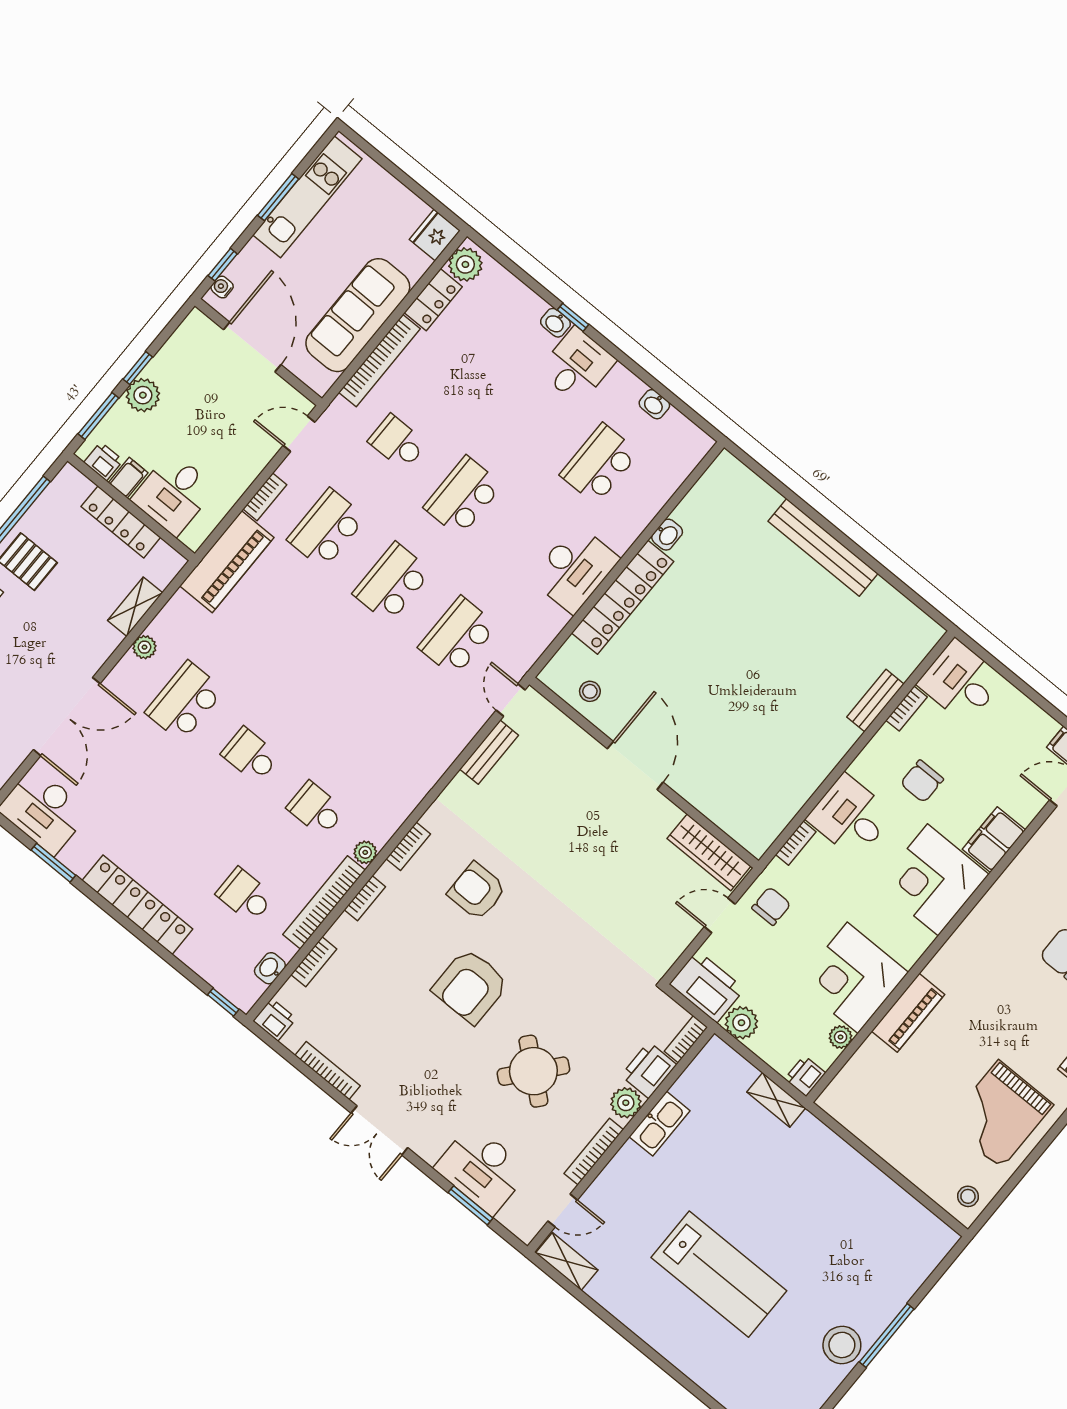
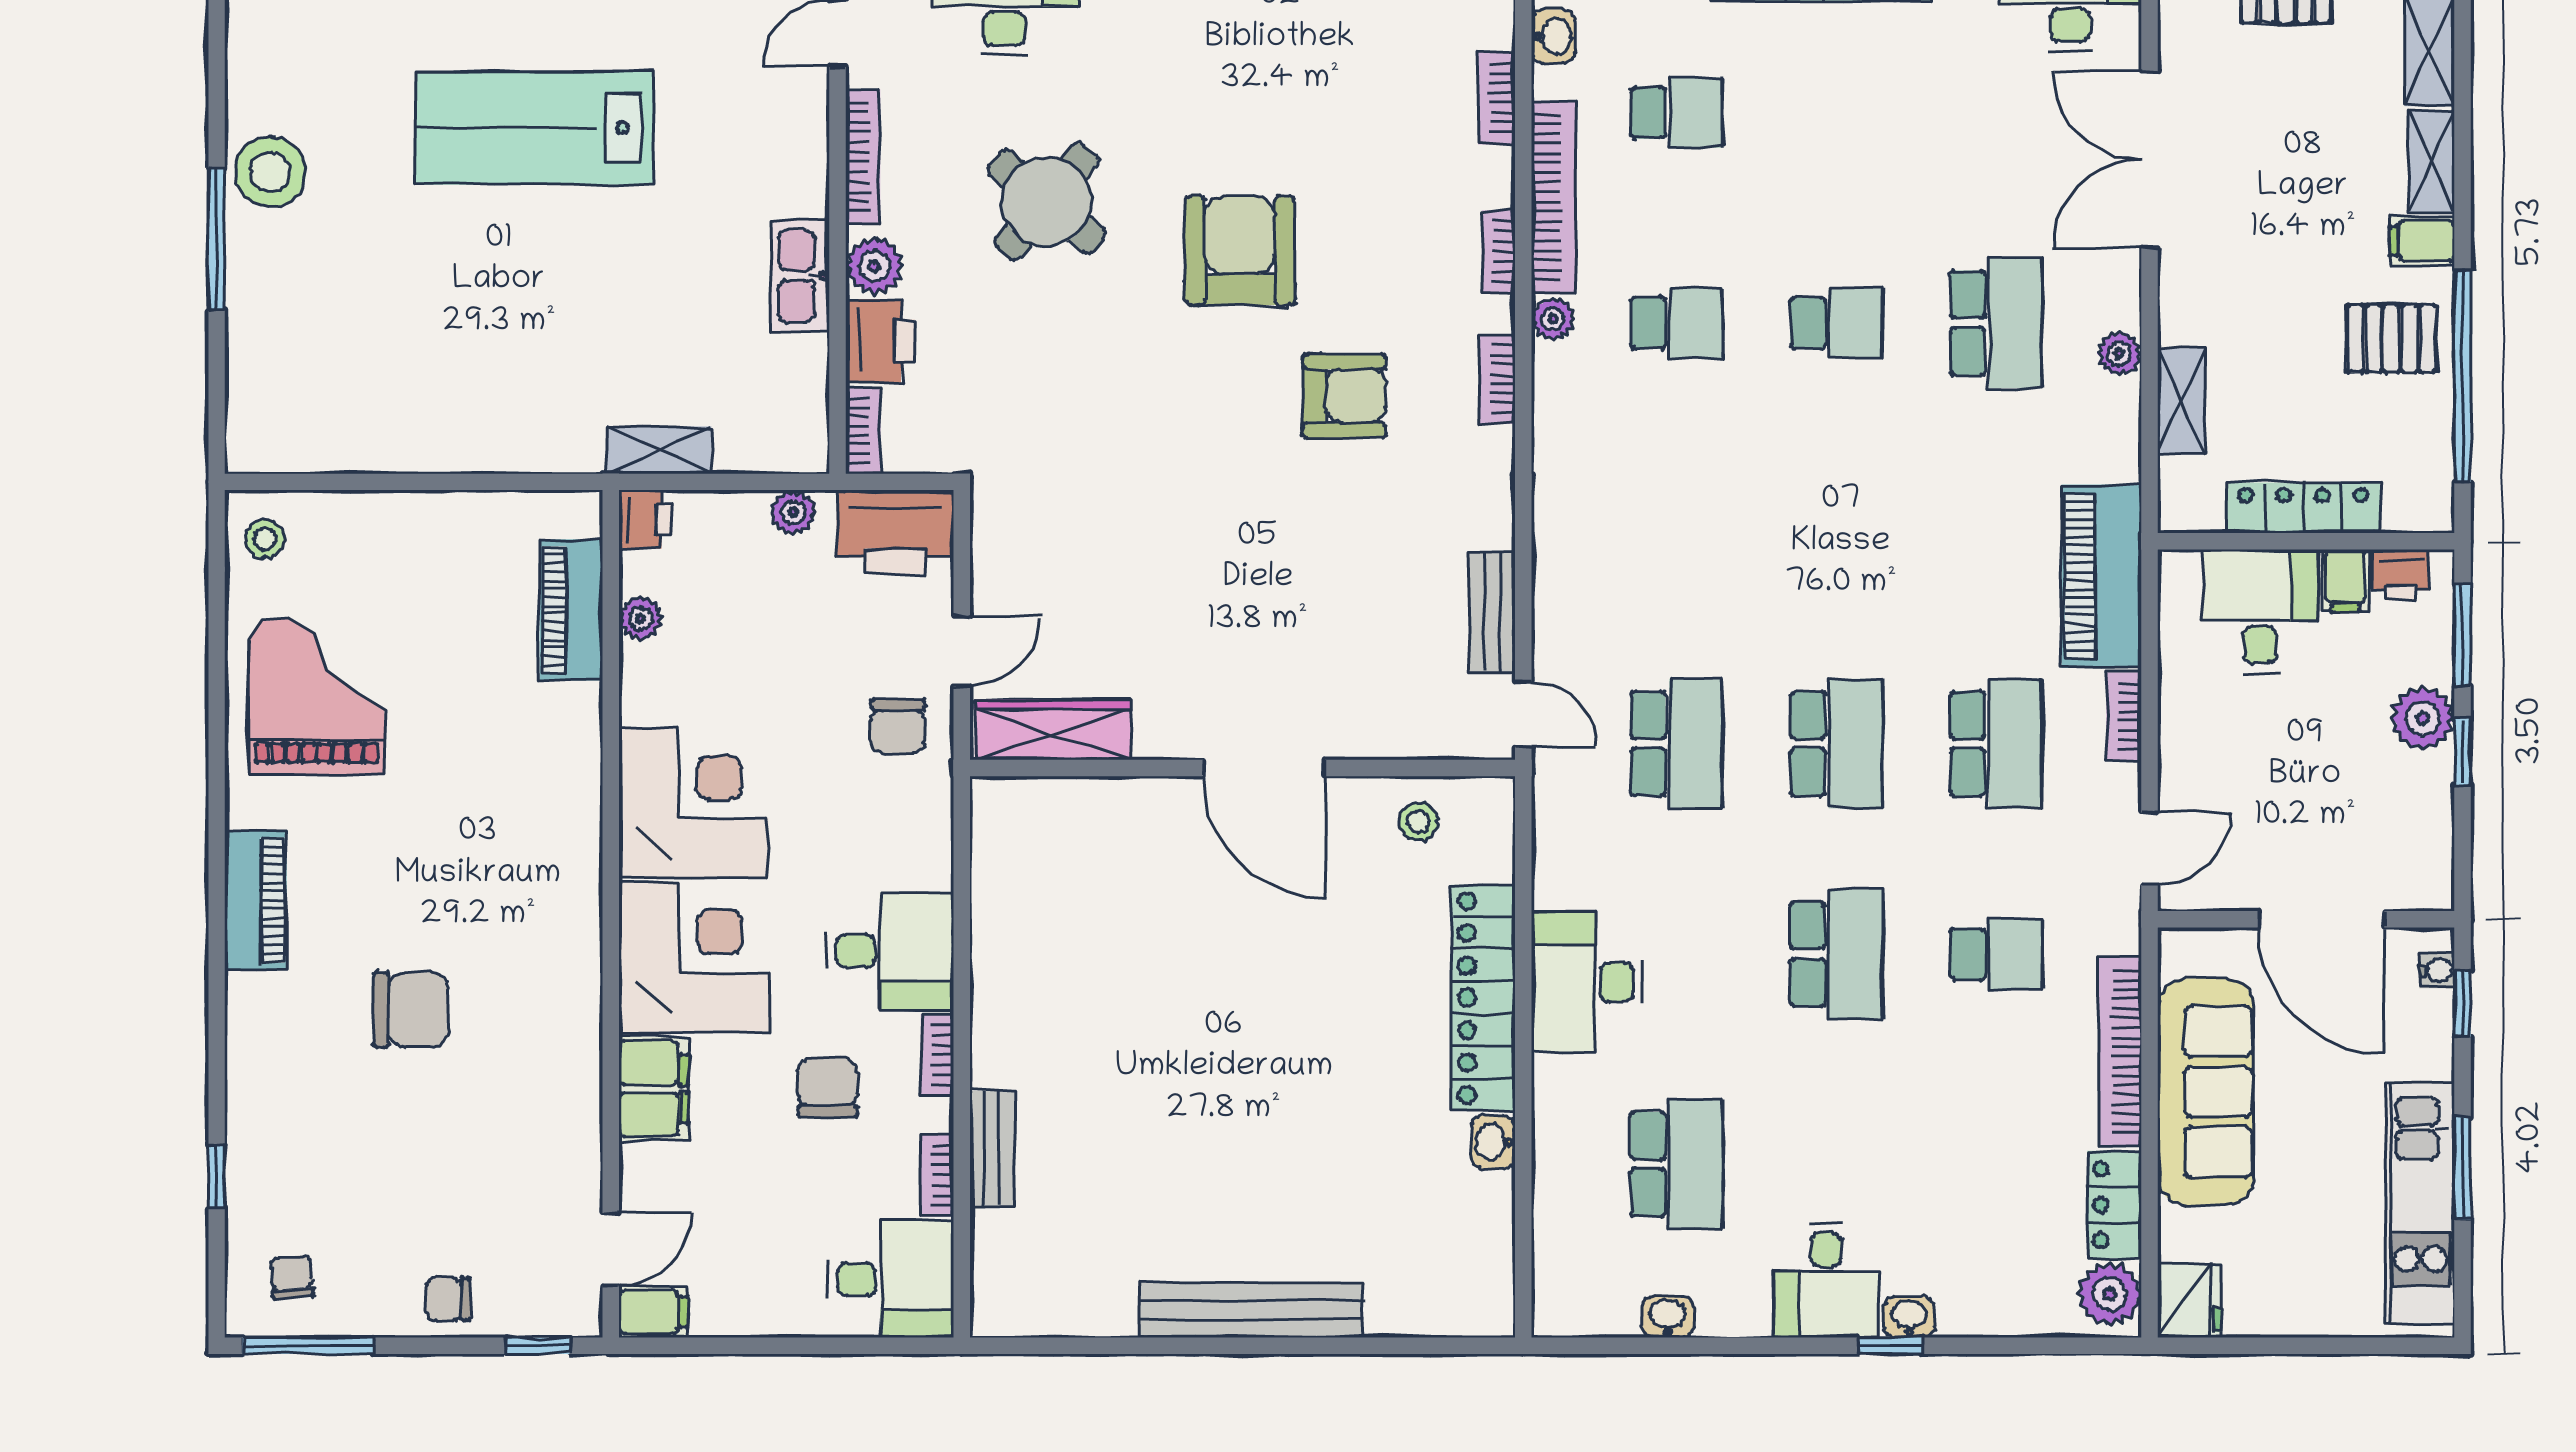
bookcase: (796, 843) -> (937, 1055), moved
corner desk: (853, 978) -> (694, 803), moved
piano: (908, 1013) -> (571, 610), moved
plant: (741, 1023) -> (793, 512), width x0.73, depth x0.73

